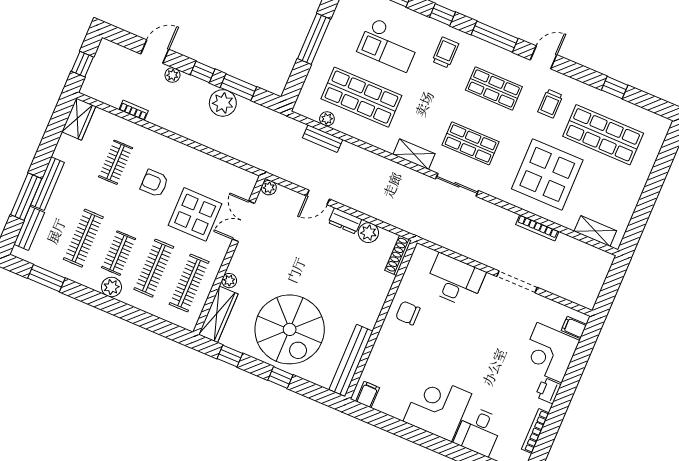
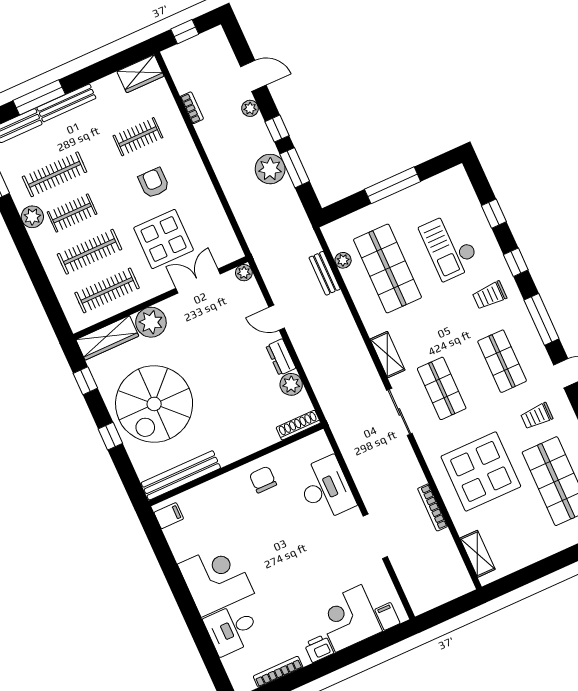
trolley: (445, 53) -> (490, 295), turned 180
plant: (229, 281) -> (151, 322), width x1.88, depth x1.88
plant: (111, 287) -> (32, 217), moved

